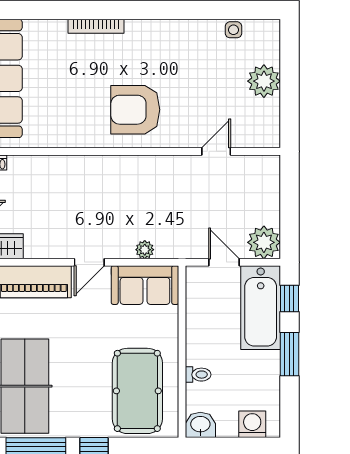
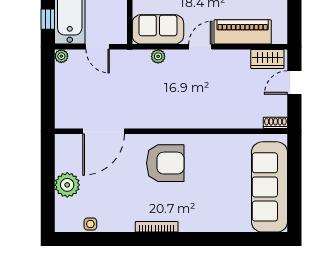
bookcase: (96, 26) -> (157, 227), moved
door: (216, 151) -> (104, 131), width x1.87
plant: (264, 242) -> (61, 56), width x0.53, depth x0.53

